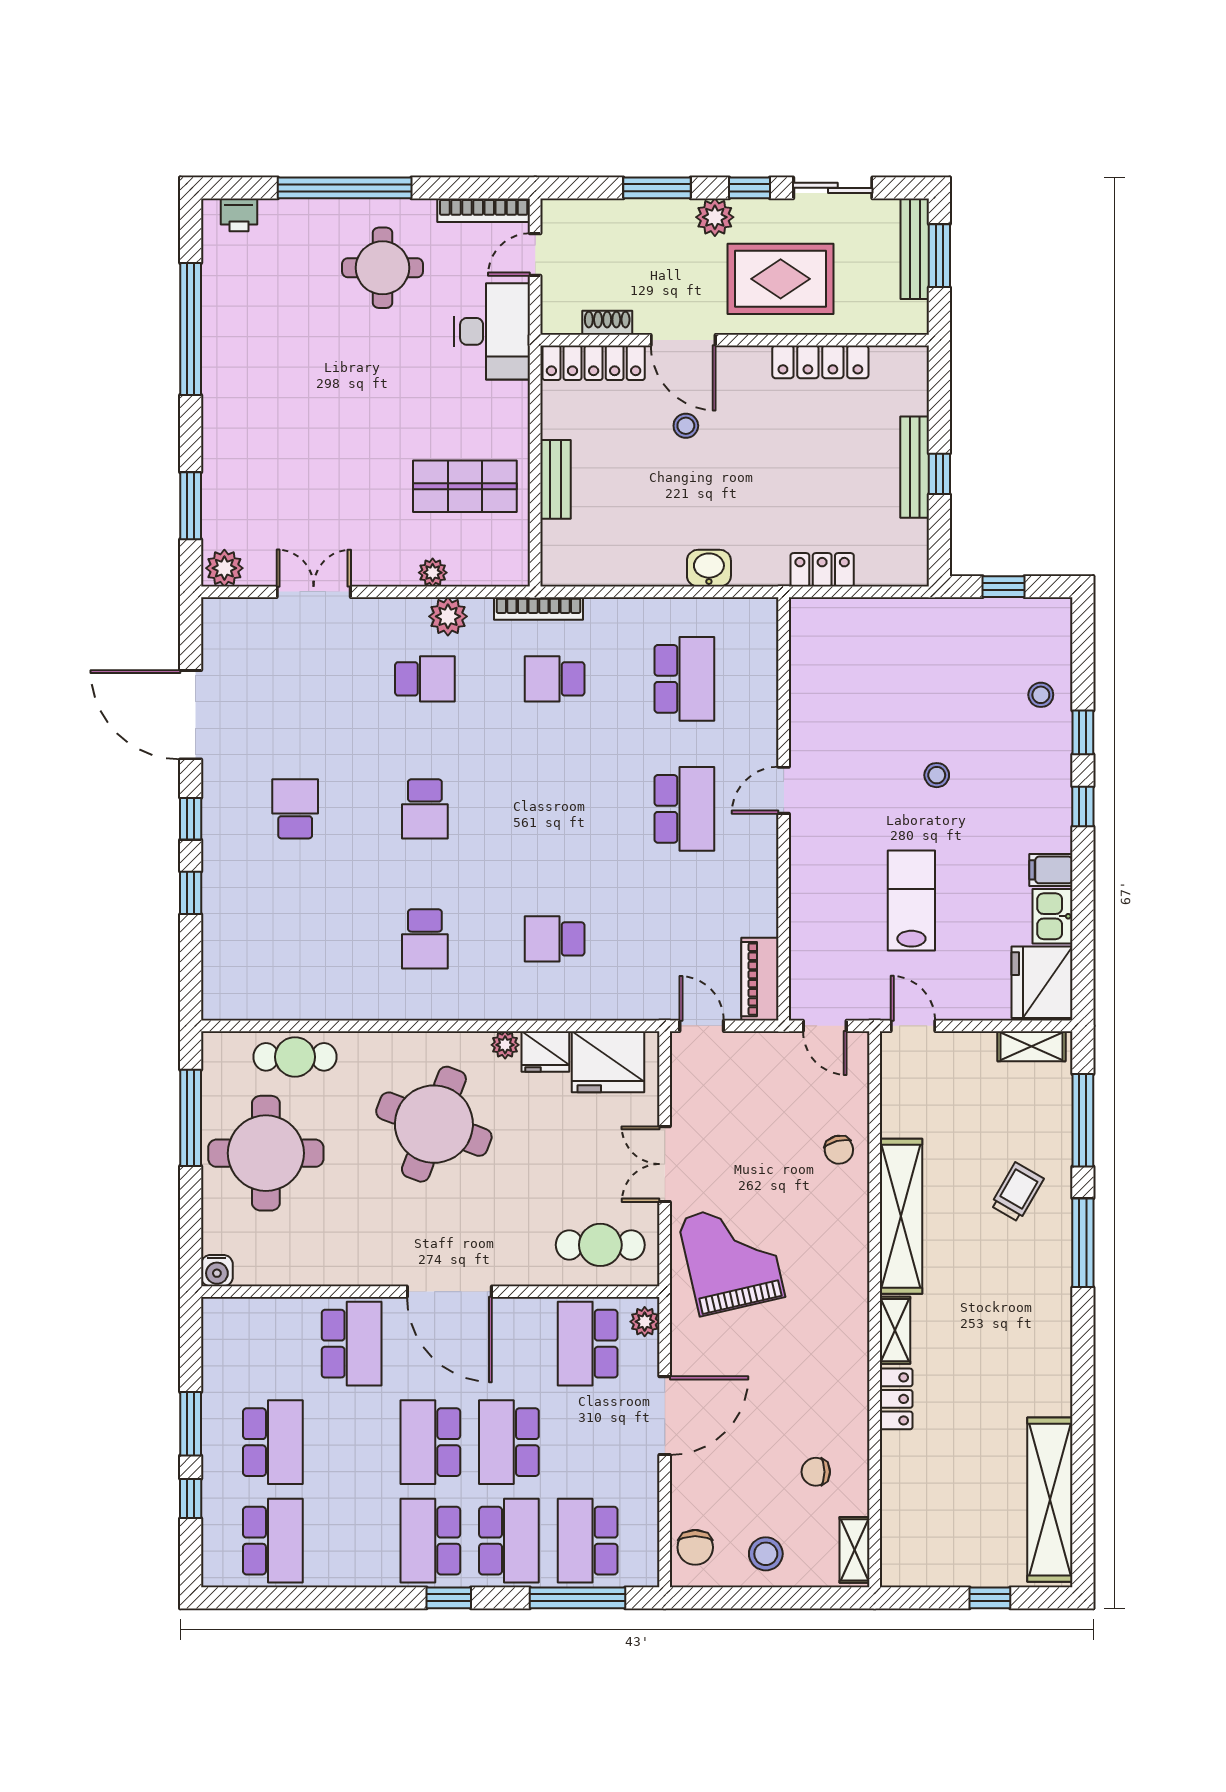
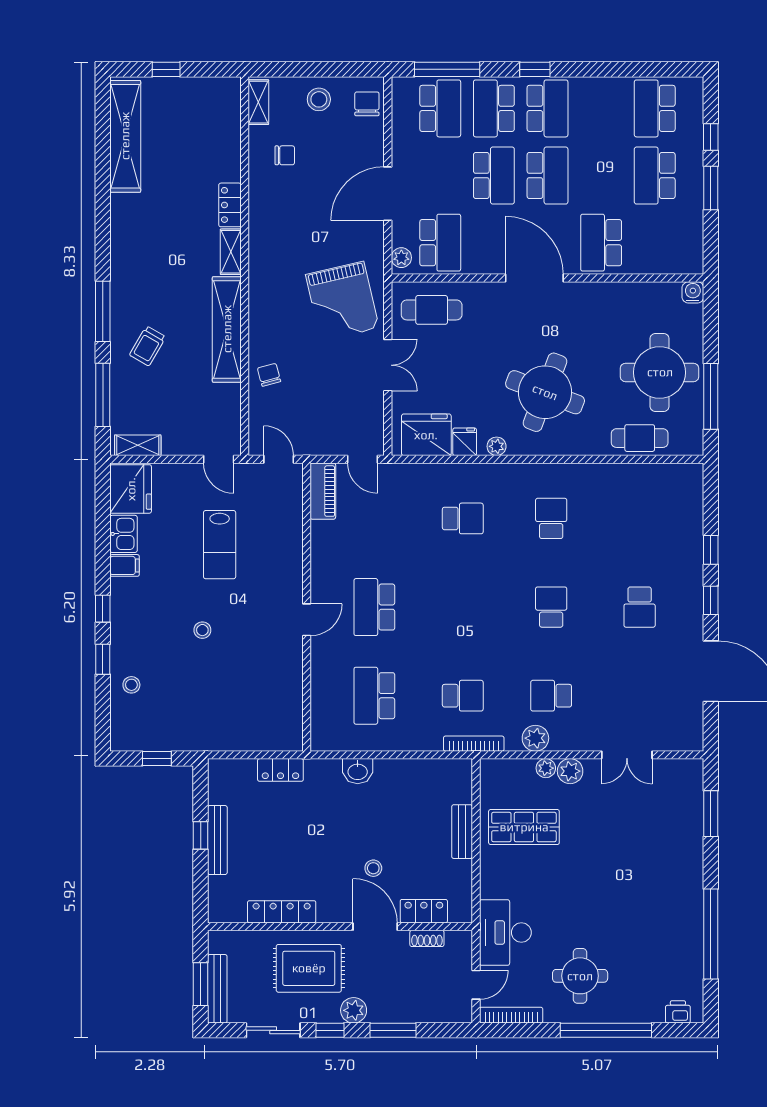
locker: (594, 363) -> (424, 911), width x0.66
plant: (224, 568) -> (570, 771), moved
fridge: (545, 1051) -> (465, 442), width x0.72

